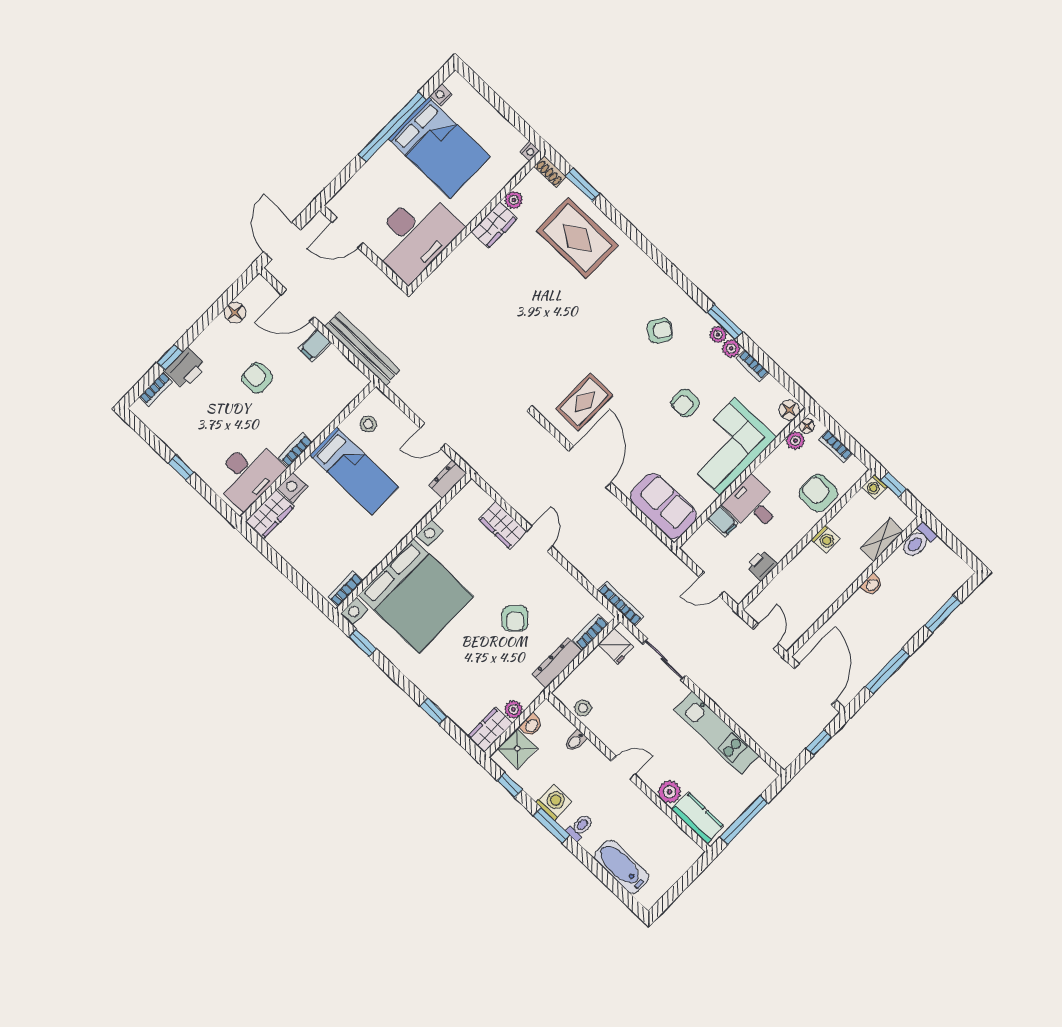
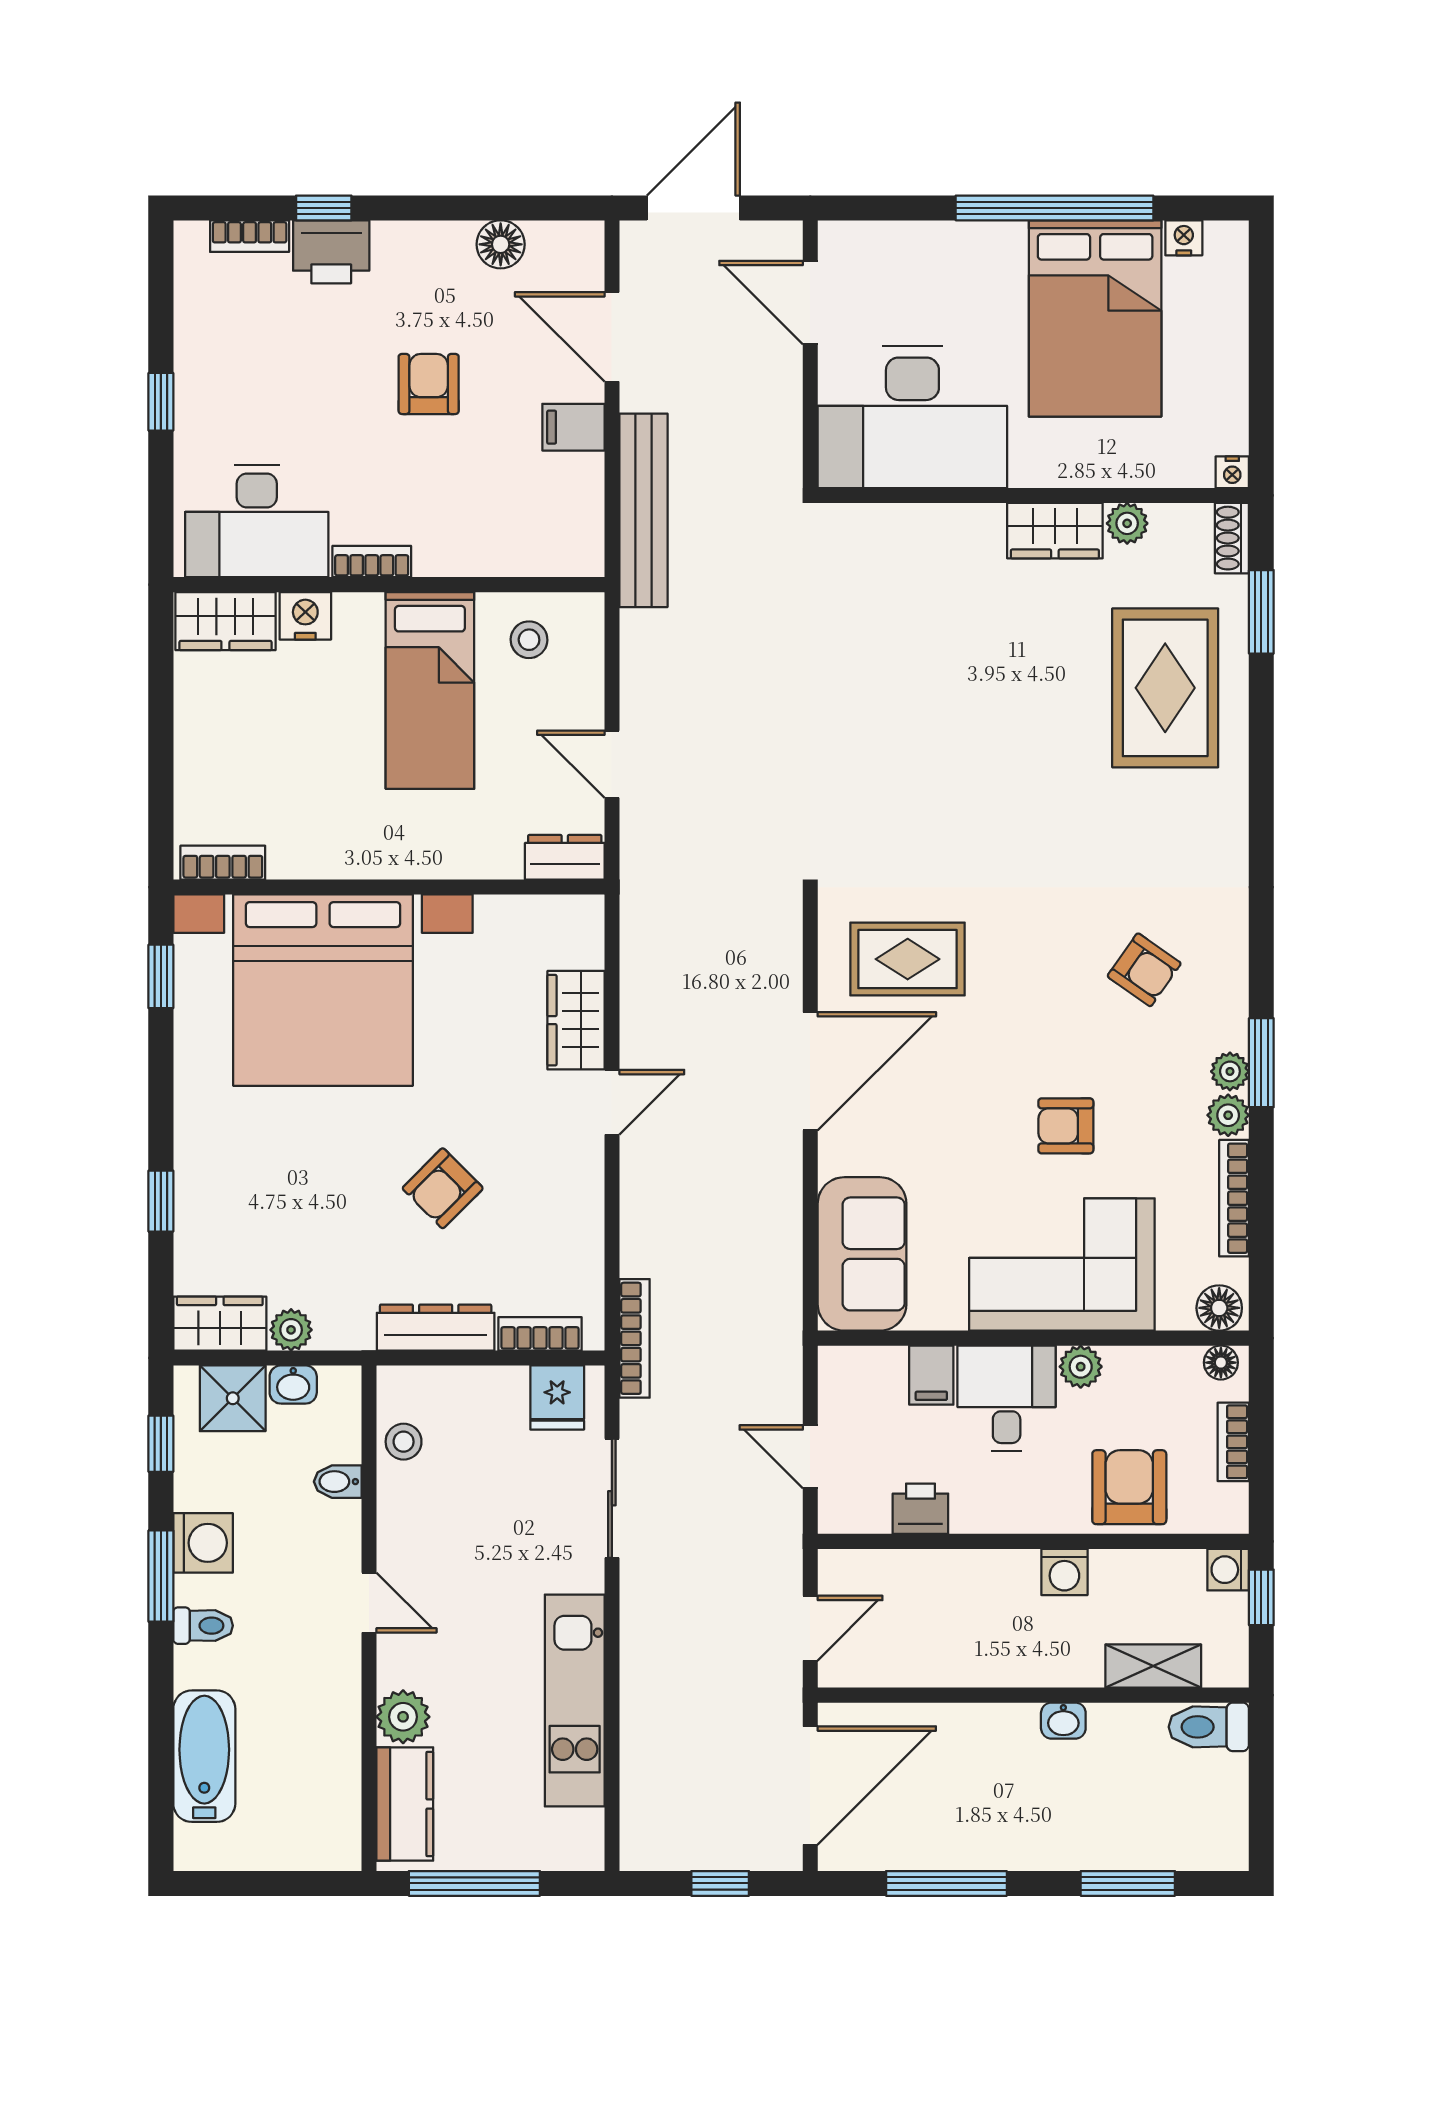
bookcase: (753, 365) -> (1234, 1198), width x1.56
plant: (795, 441) -> (1081, 1367), moved

